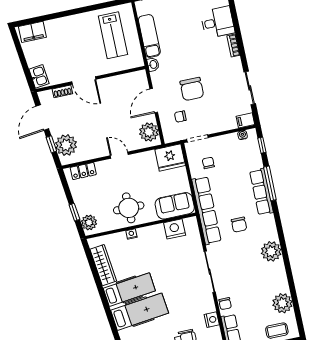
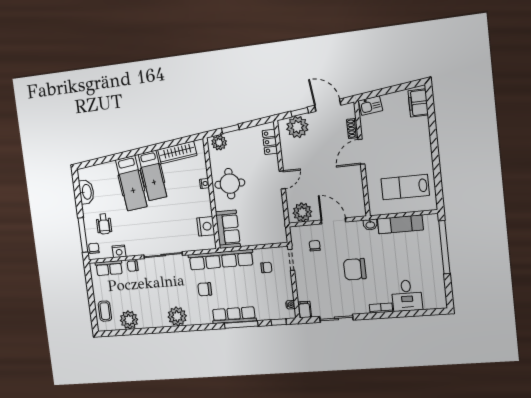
chair: (192, 89) -> (355, 269), moved
fridge: (170, 157) -> (275, 230), removed

